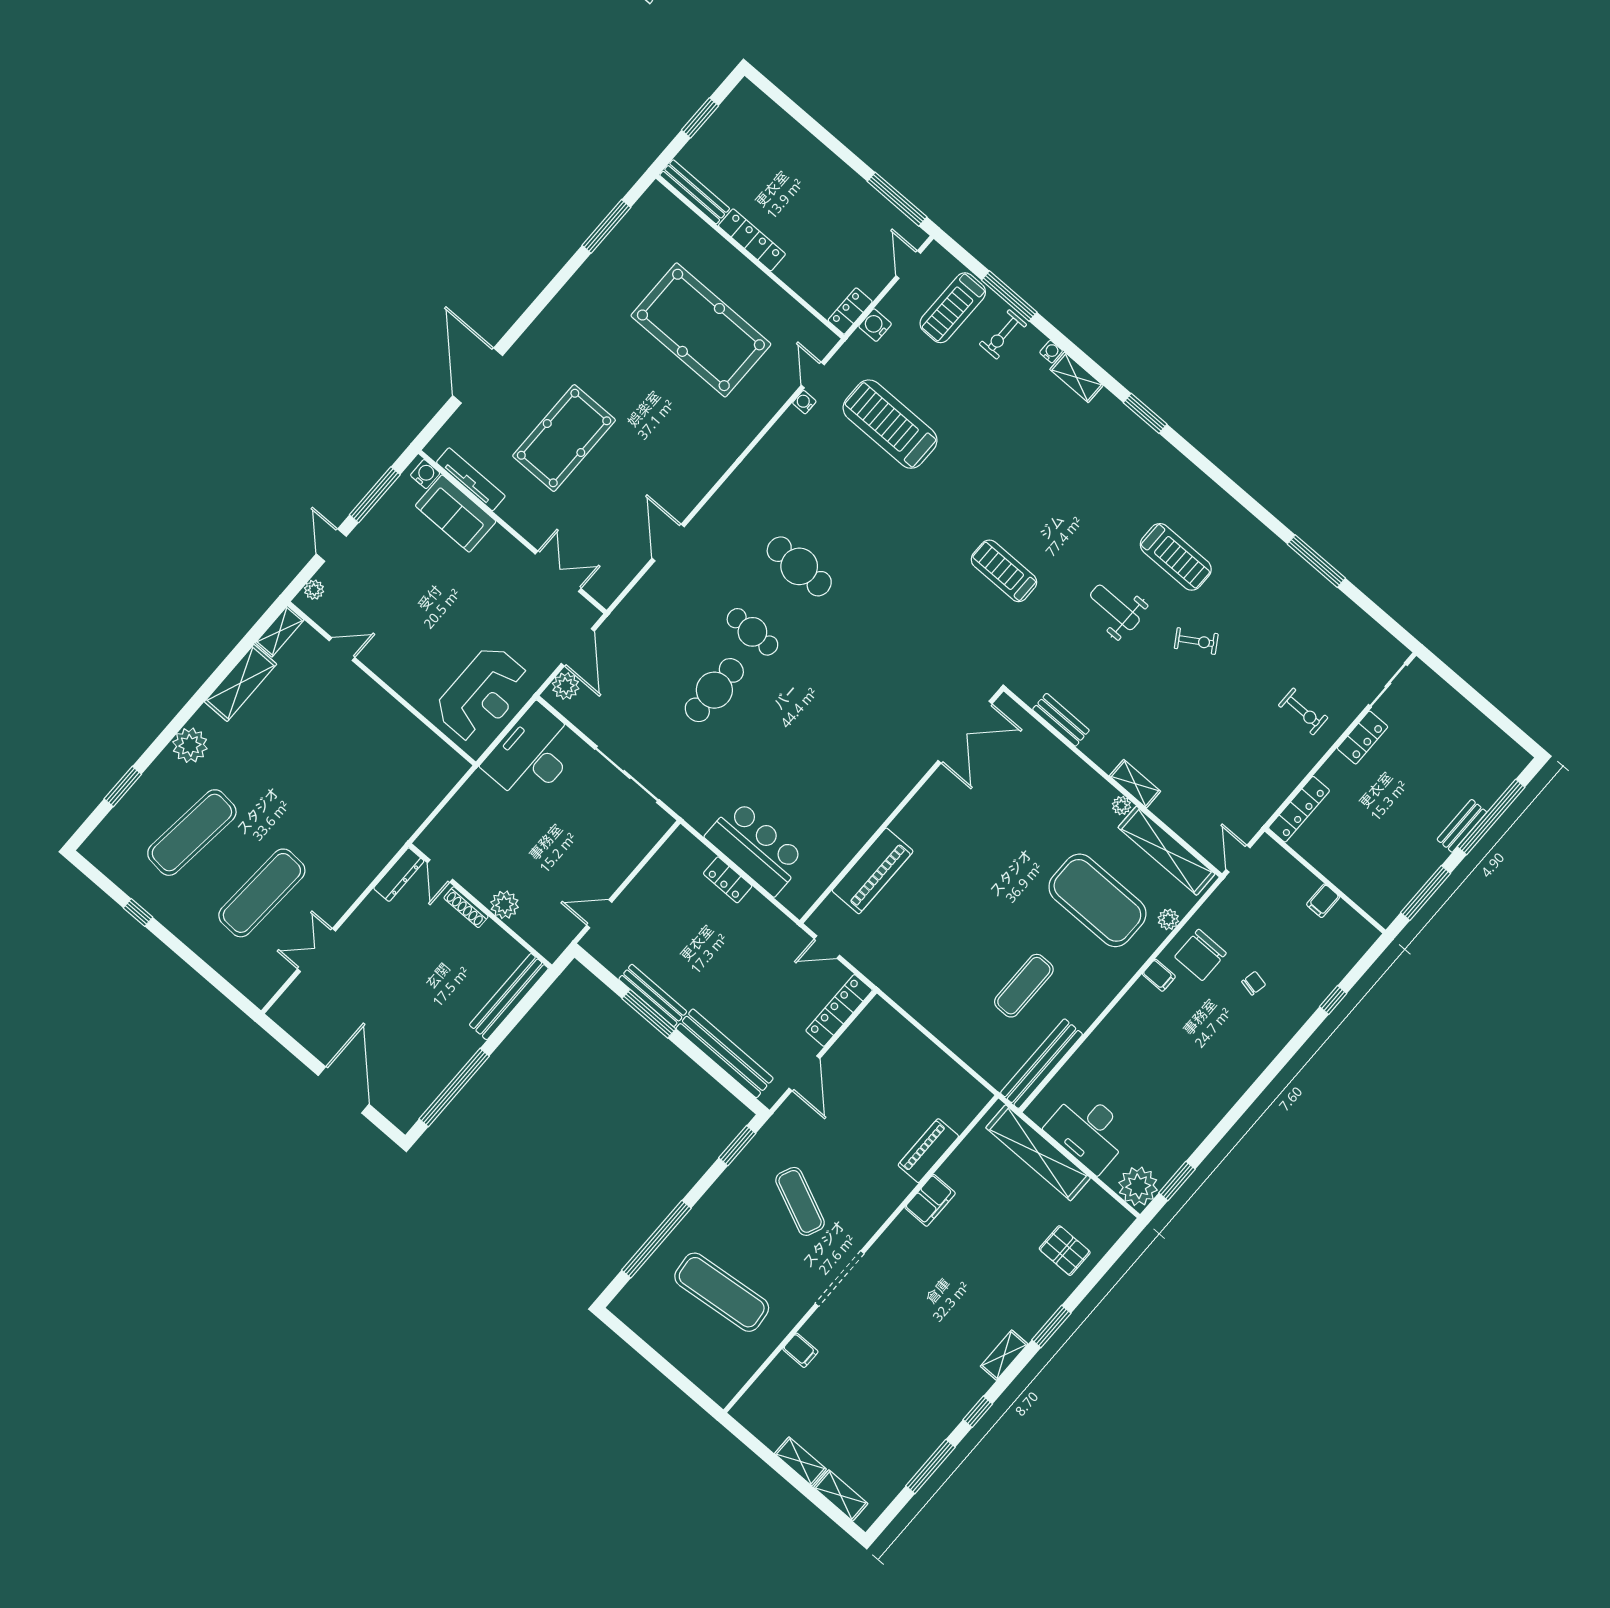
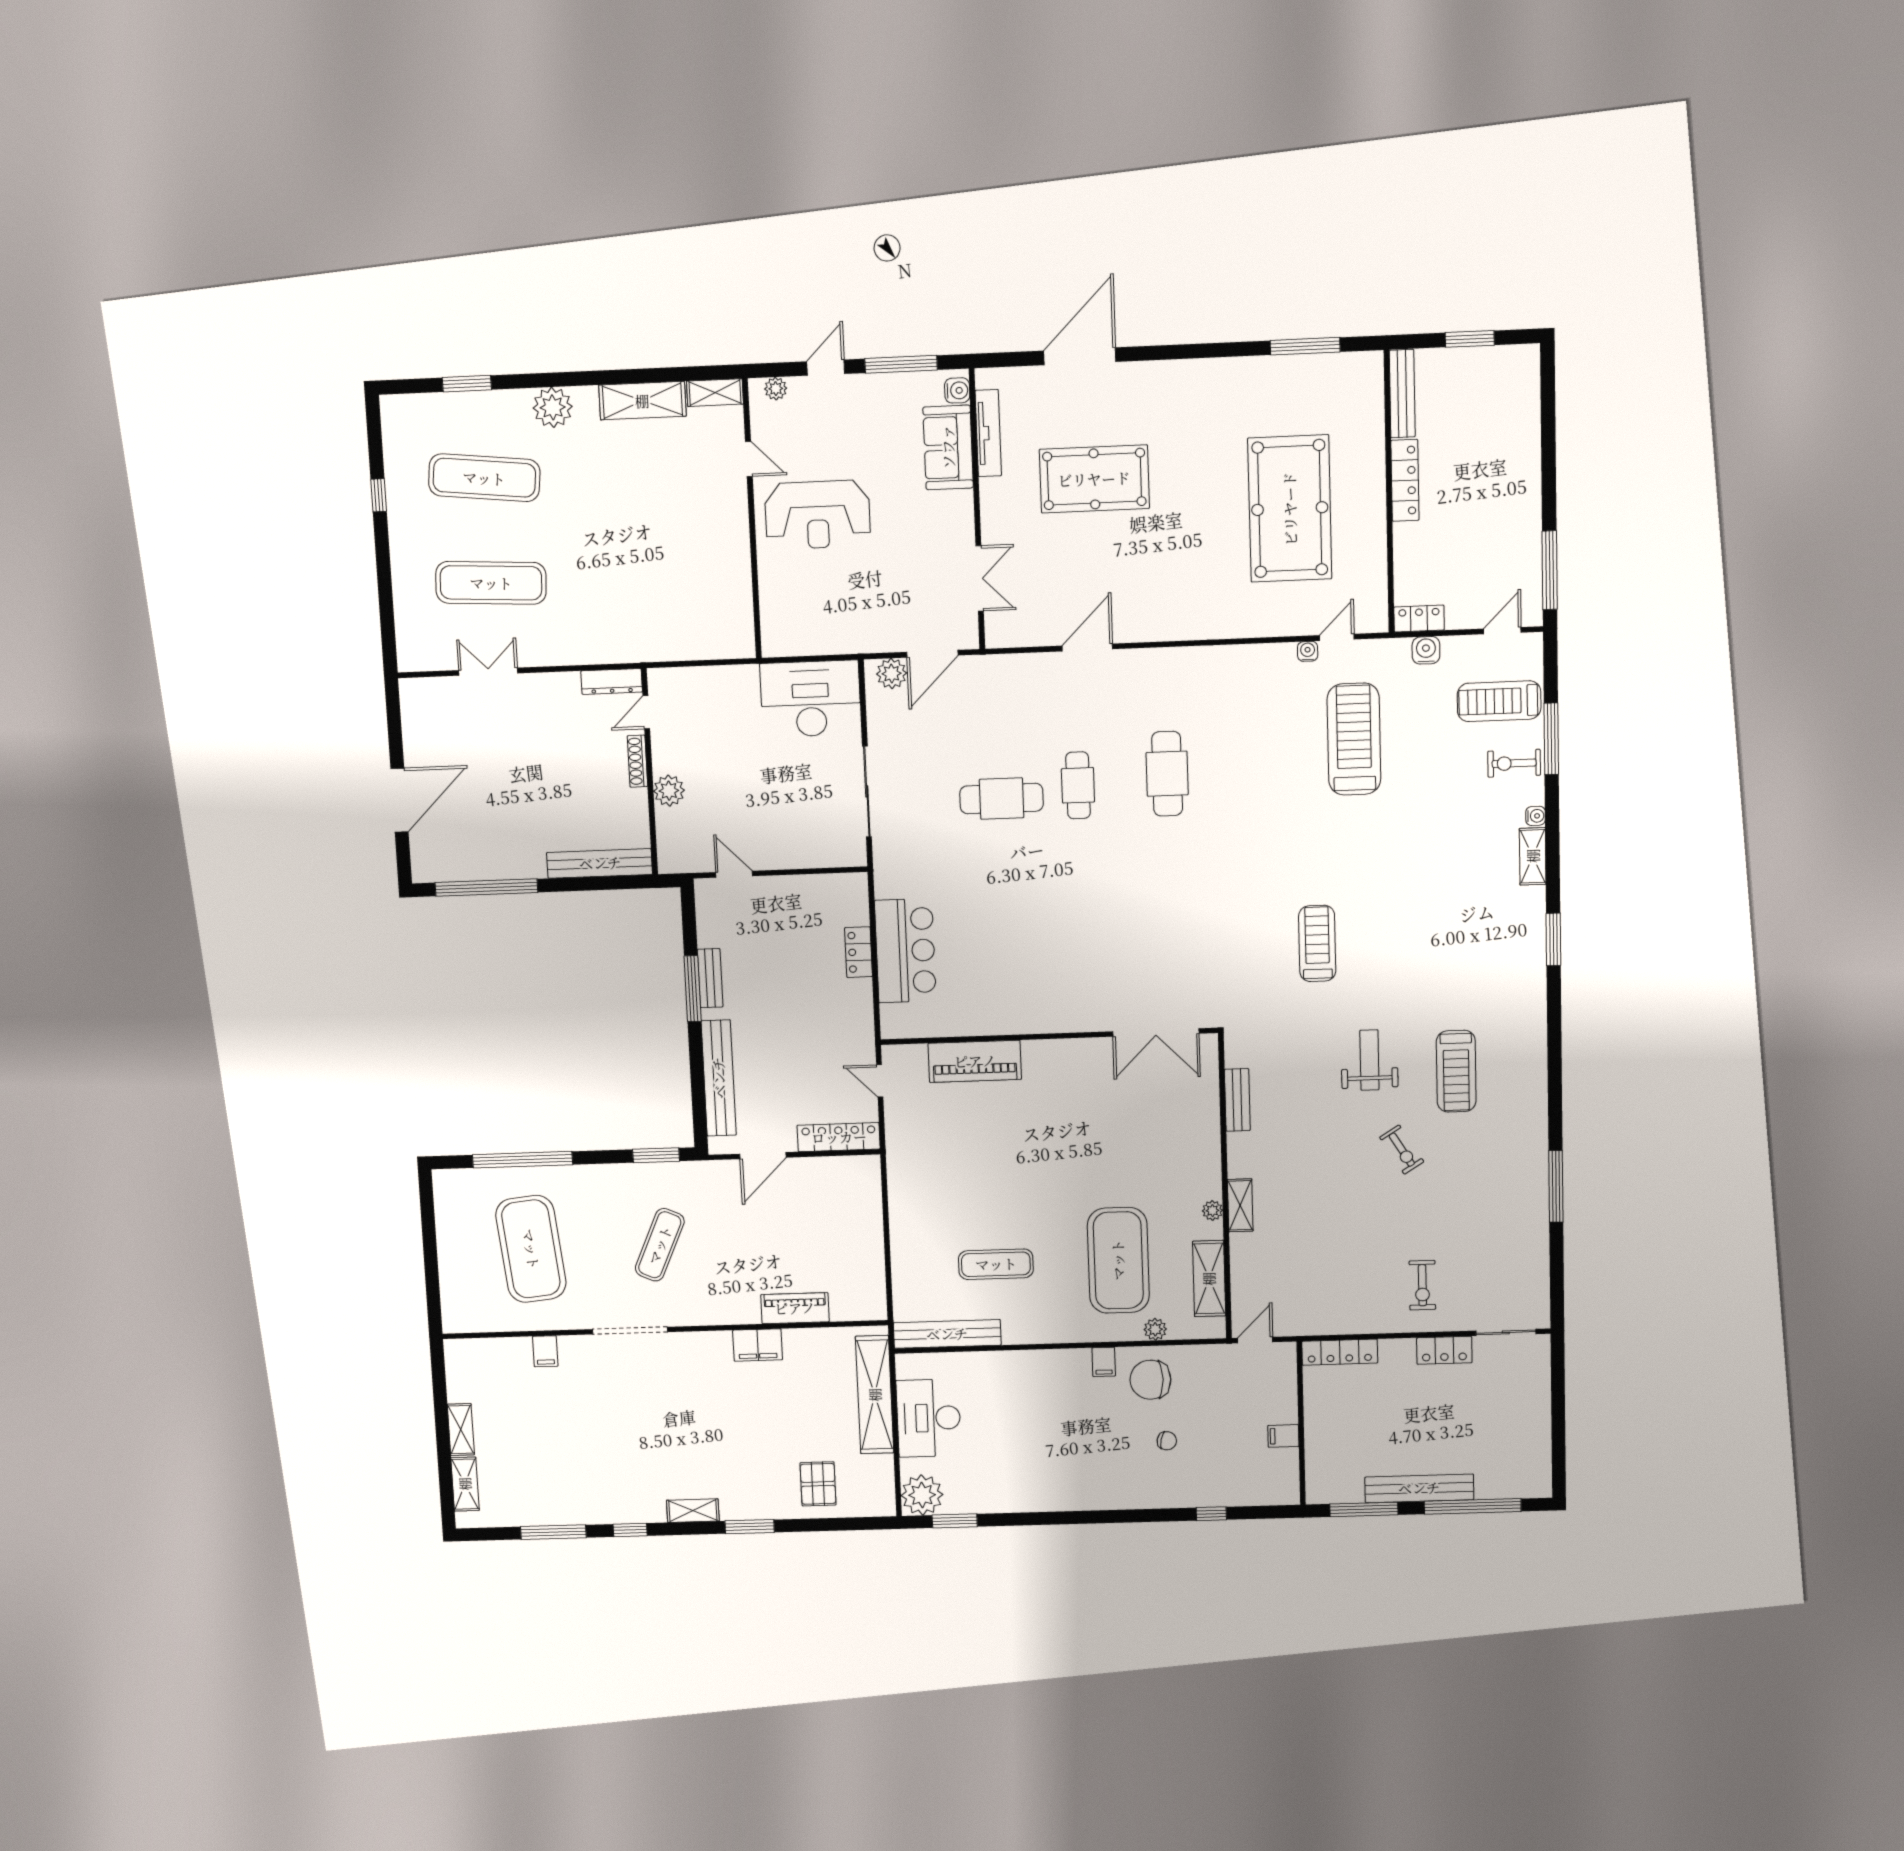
reception desk: (482, 694) -> (818, 515), moved
bench: (1462, 826) -> (1419, 1488), width x1.86, depth x1.21
shelving: (1167, 851) -> (1209, 1279), width x0.68
bench: (653, 995) -> (710, 978), width x0.73
exercise mat: (722, 1292) -> (531, 1249), width x1.47

